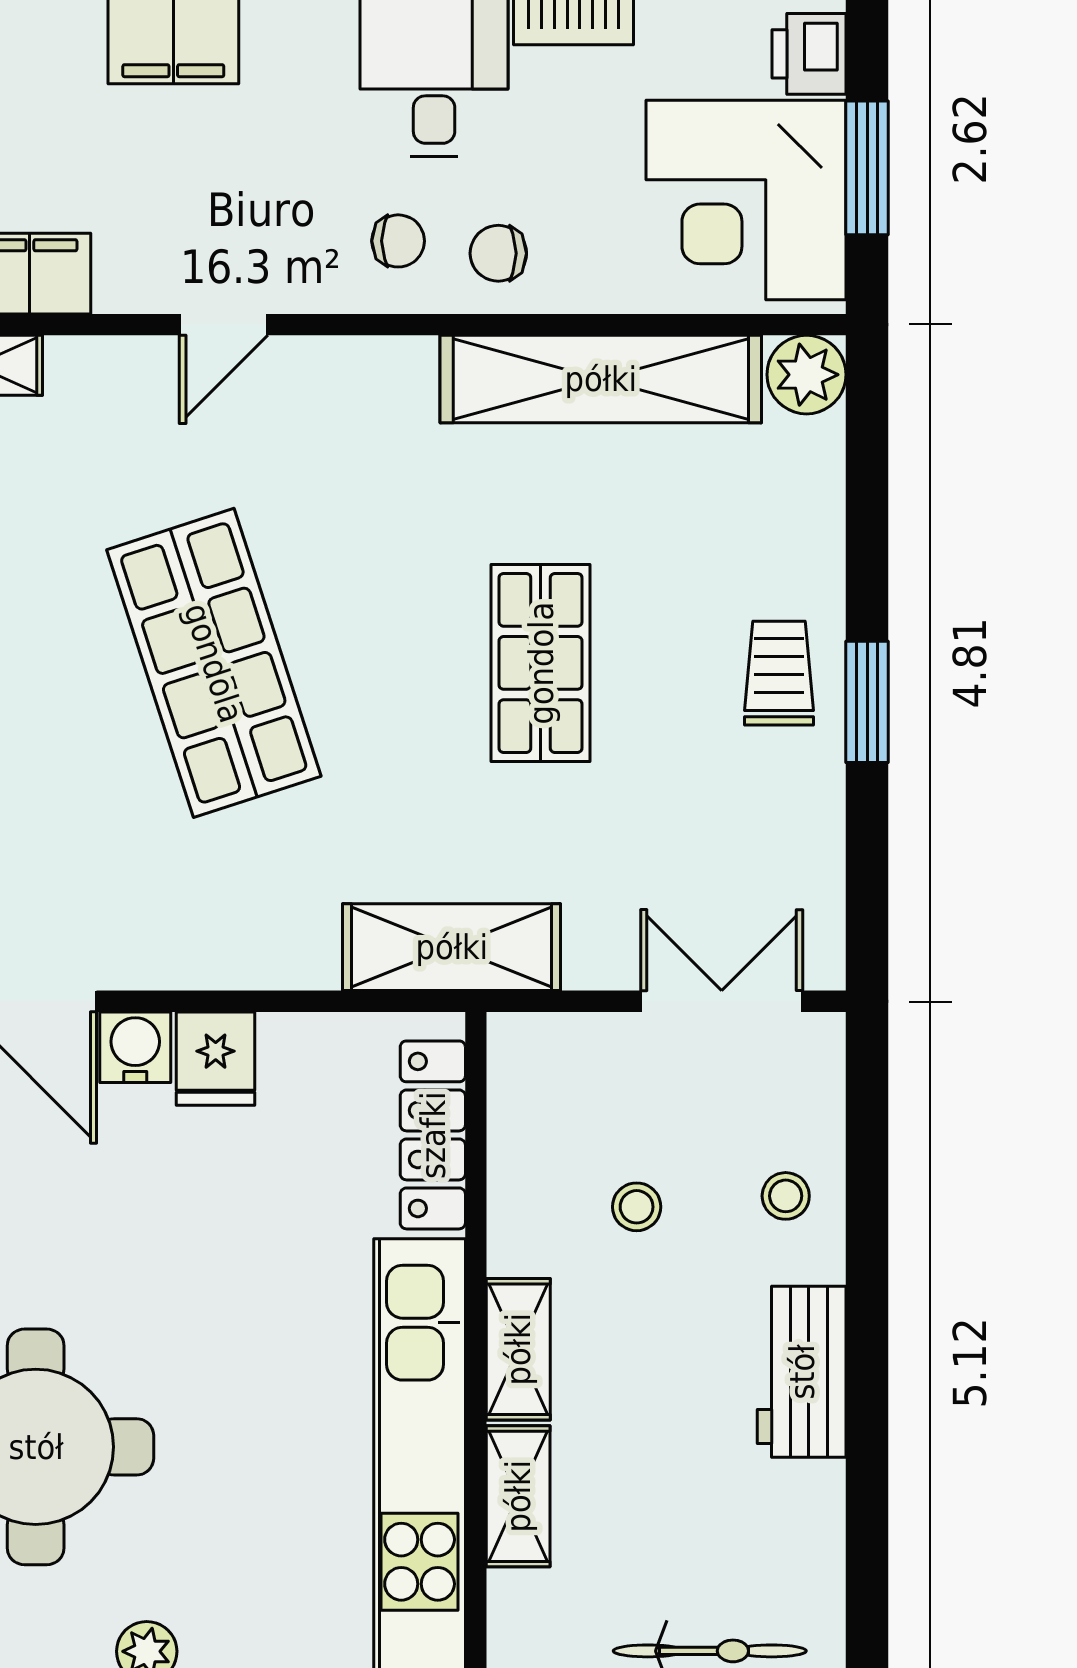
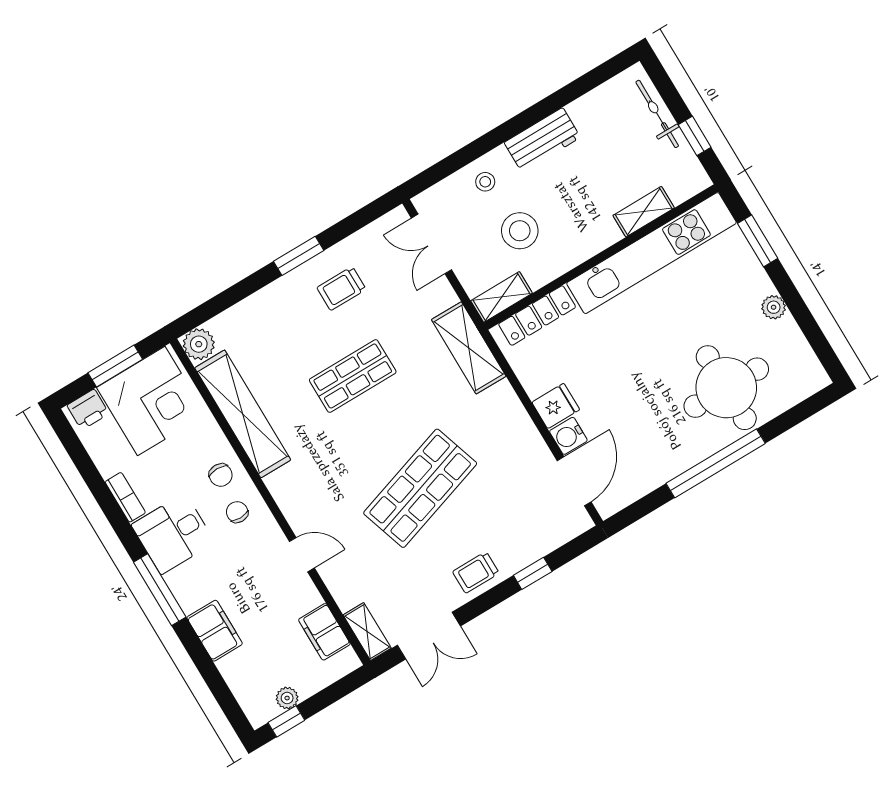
trolley: (779, 673) -> (341, 288), moved
stool: (637, 1207) -> (520, 231), width x1.89, depth x1.89
shelving: (518, 1349) -> (502, 297), moved

